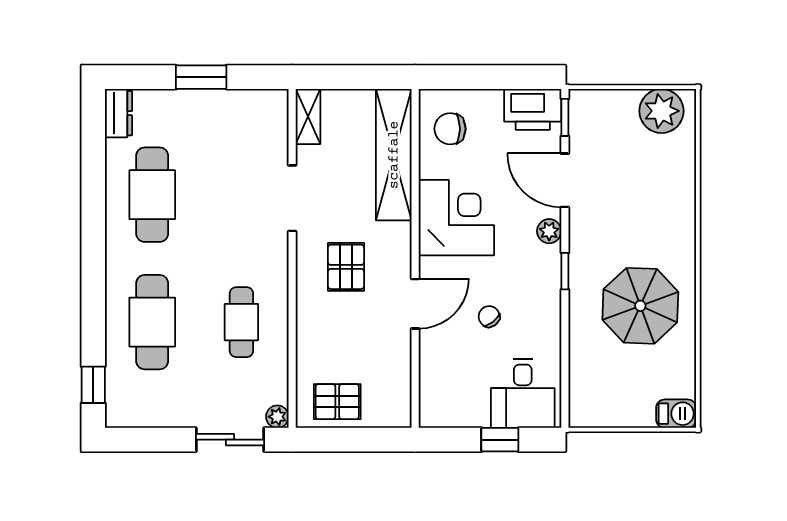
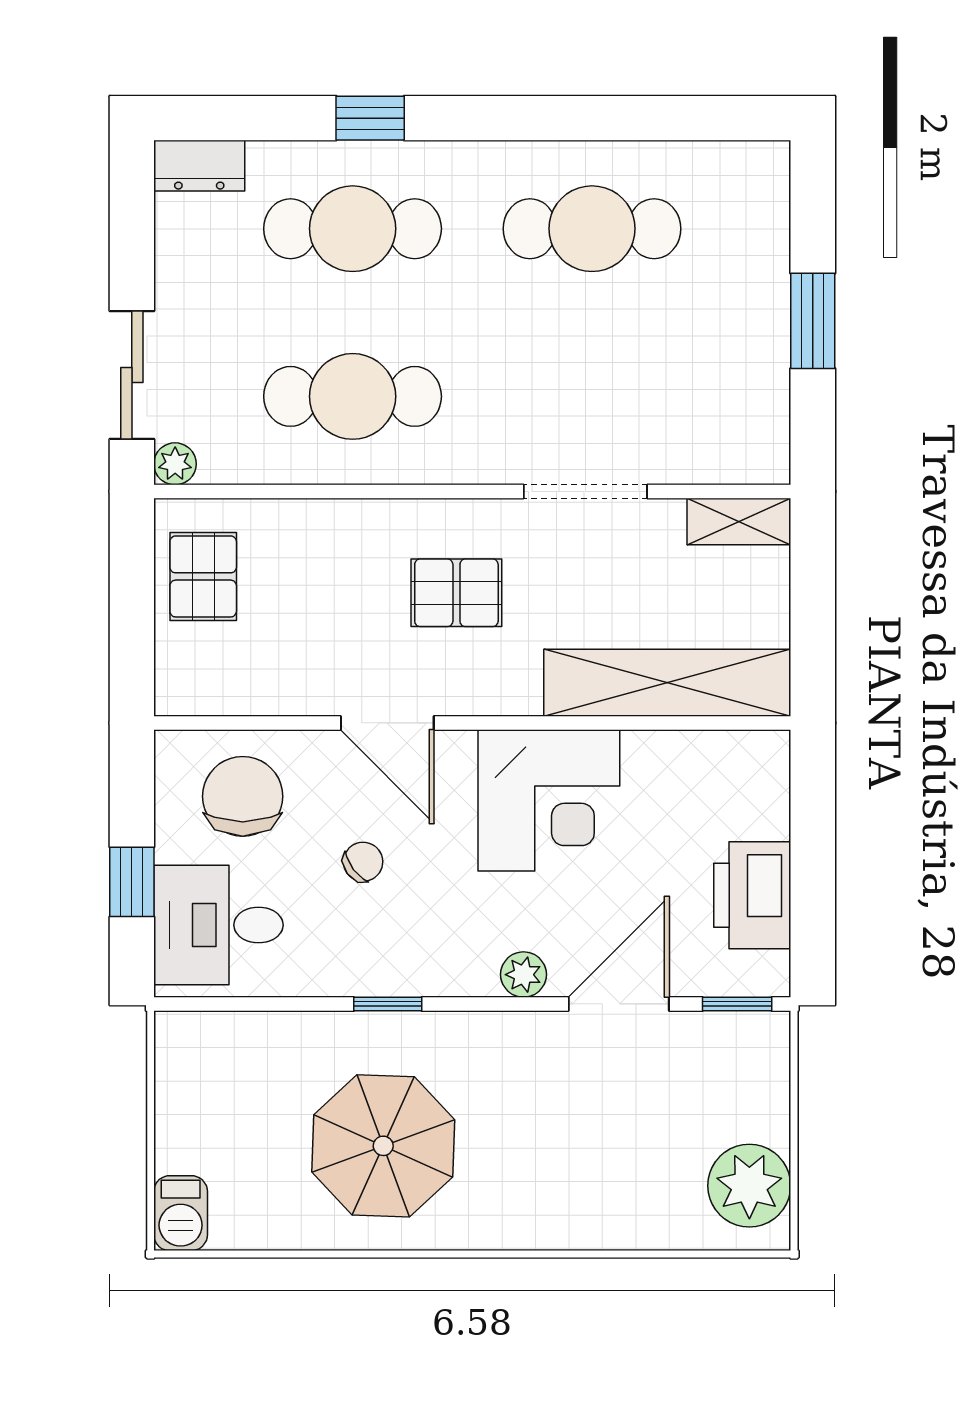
printer: (533, 109) -> (752, 895), moved
dresser: (119, 113) -> (199, 166), moved
chair: (450, 129) -> (243, 796), moved, width x1.37, depth x1.37
window: (565, 271) -> (388, 1004), moved
cafe table: (241, 322) -> (353, 396), width x1.37, depth x1.35
window: (93, 385) -> (370, 118), moved

